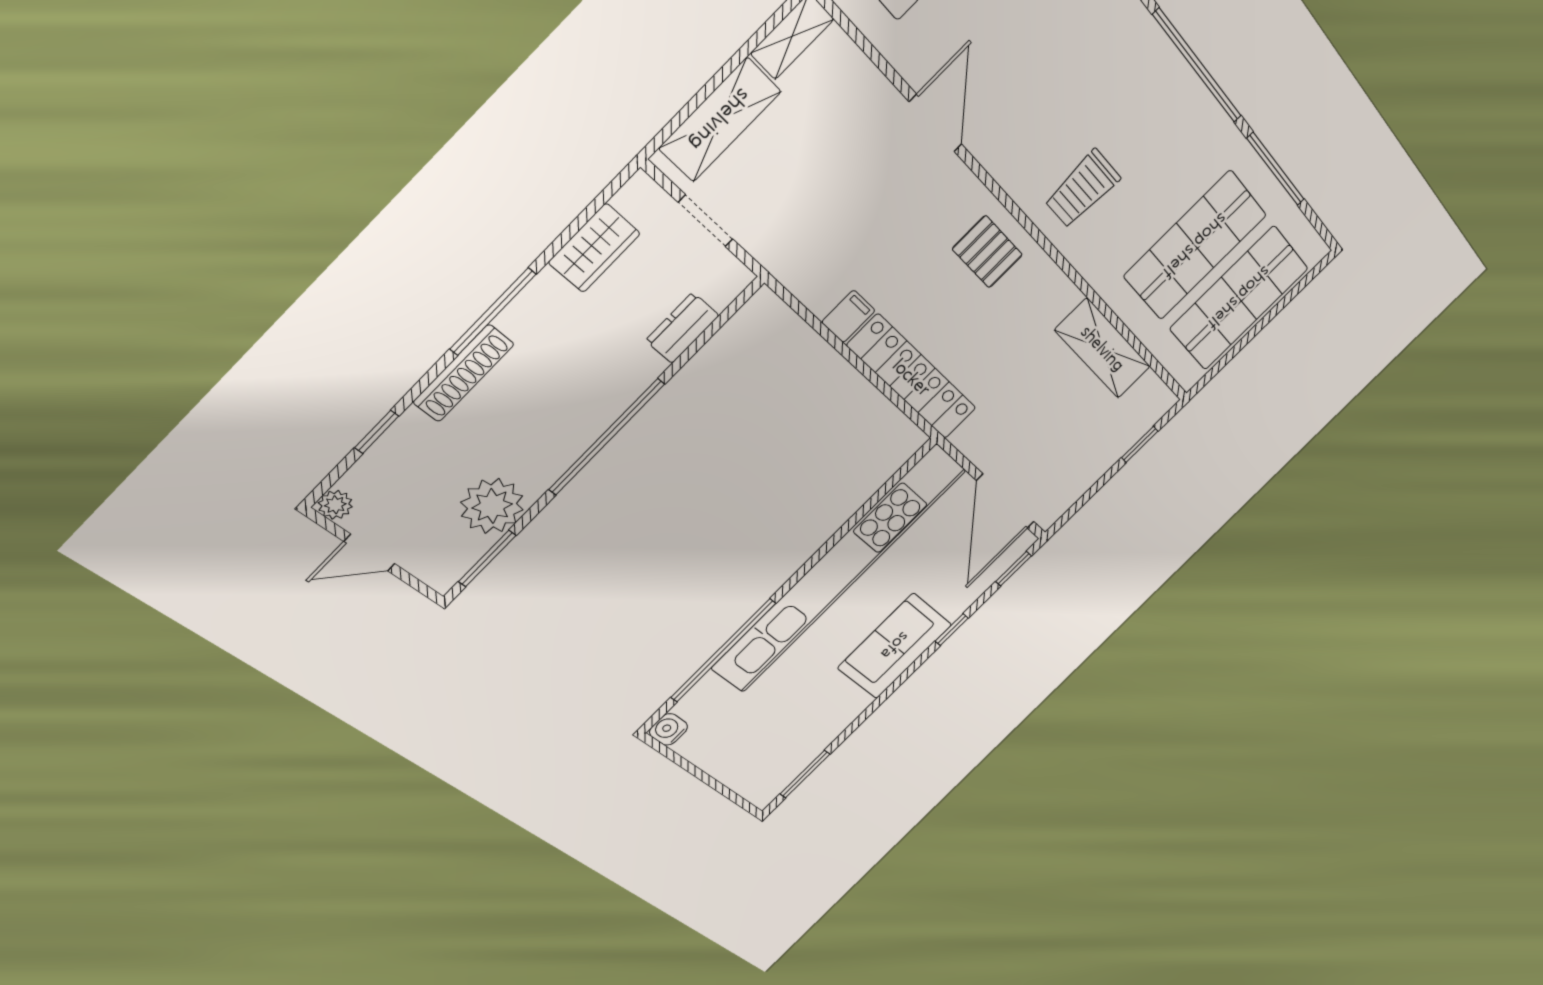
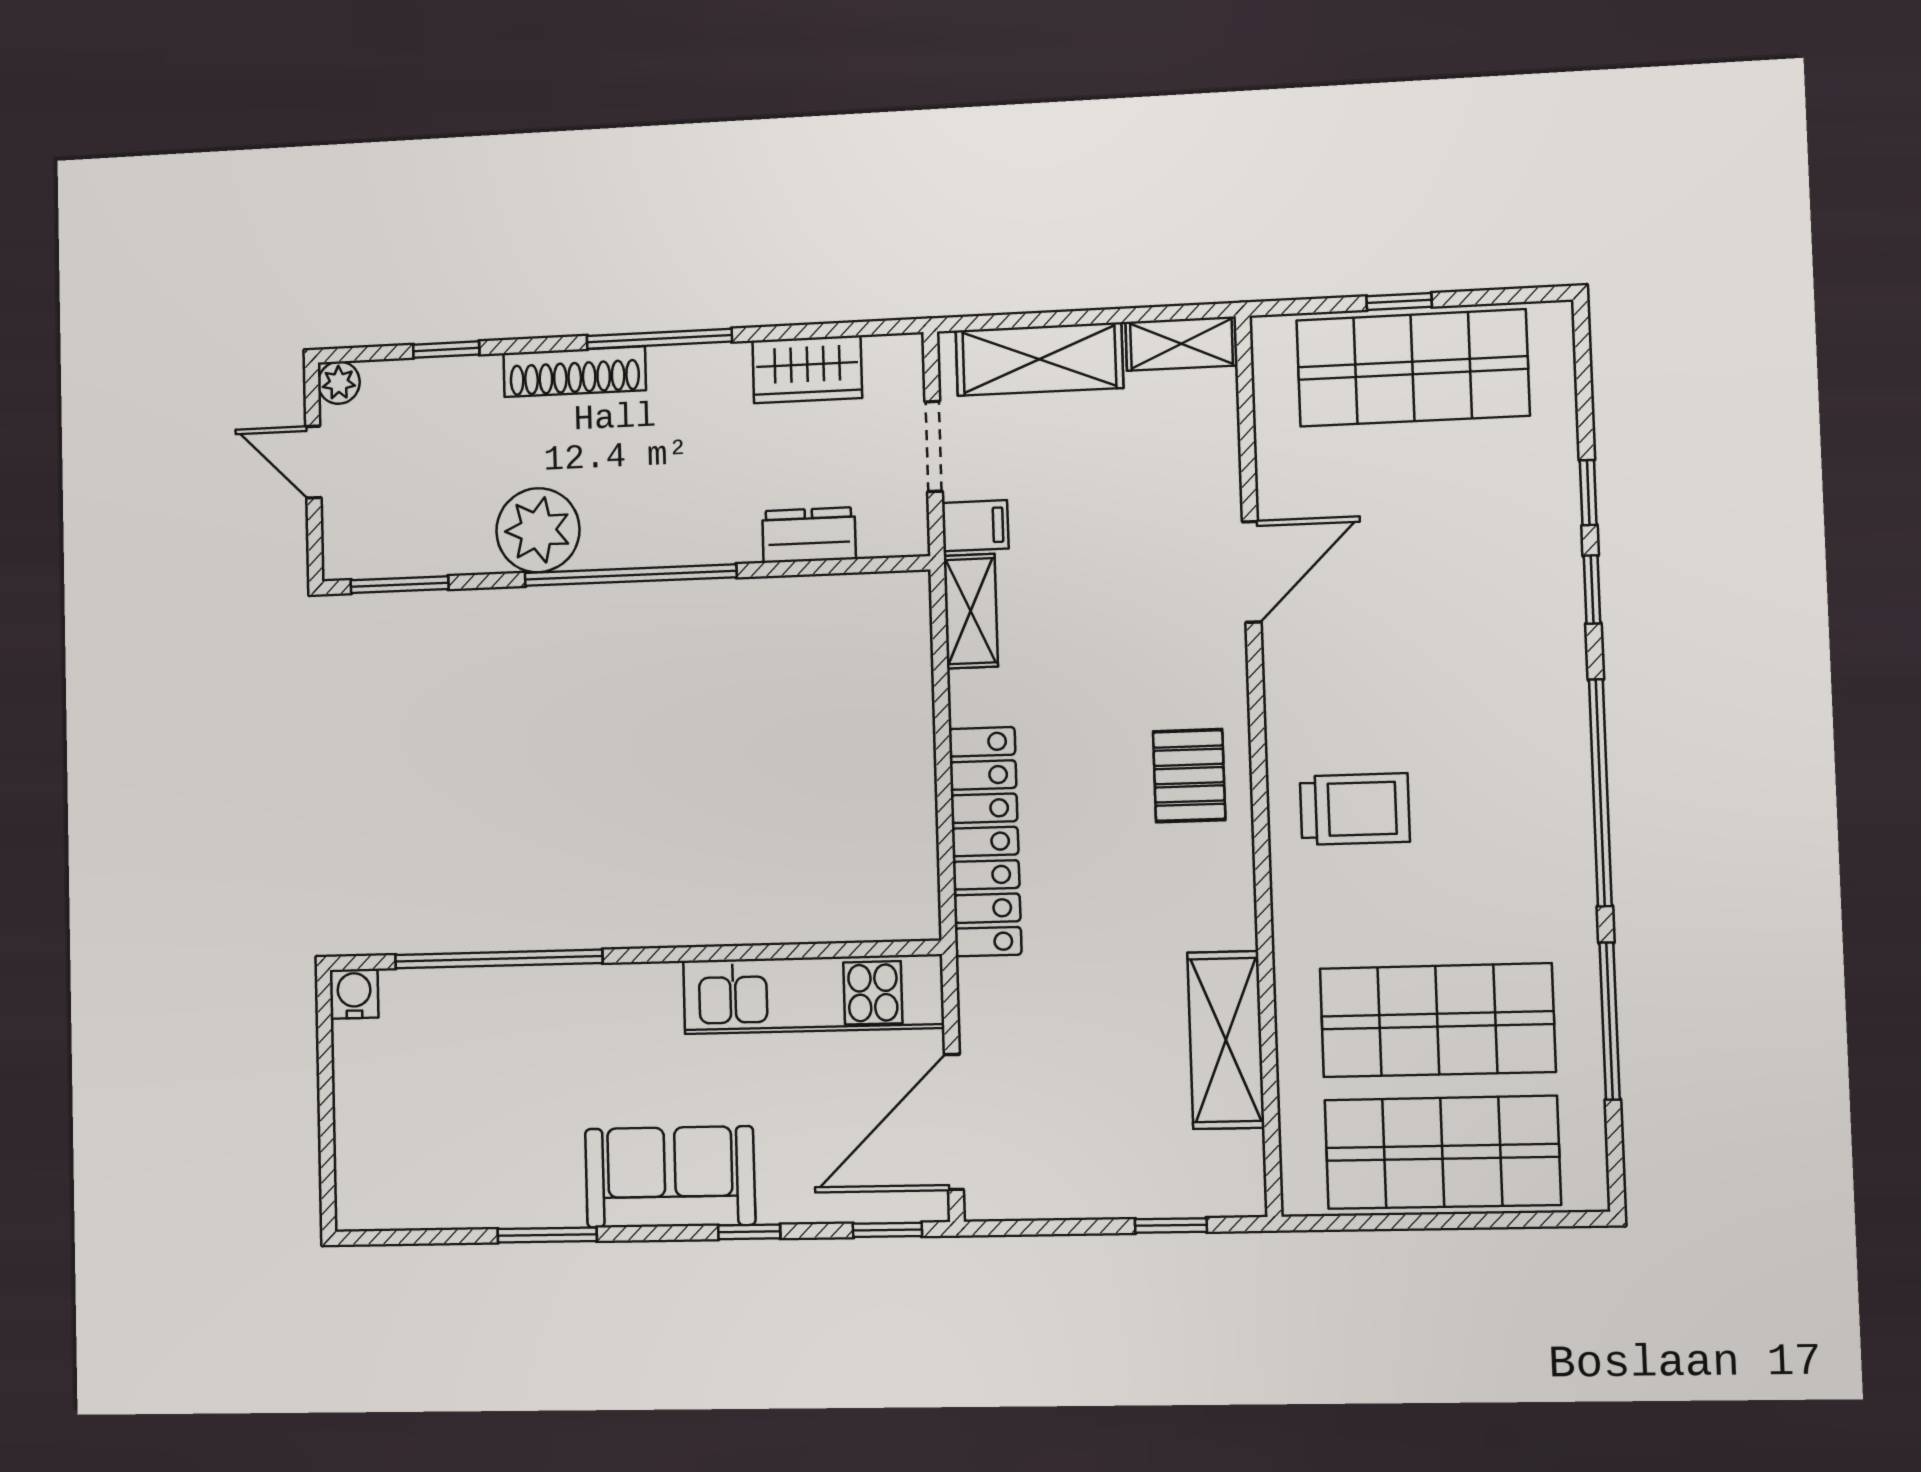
trolley: (1082, 189) -> (1355, 809), turned 180
shelving: (805, 282) -> (971, 611), added
filing cabinet: (848, 316) -> (975, 526), moved
plant: (492, 506) -> (538, 530), moved
kitchen unit: (838, 569) -> (813, 994), width x0.54
window: (805, 774) -> (547, 1235), moved

